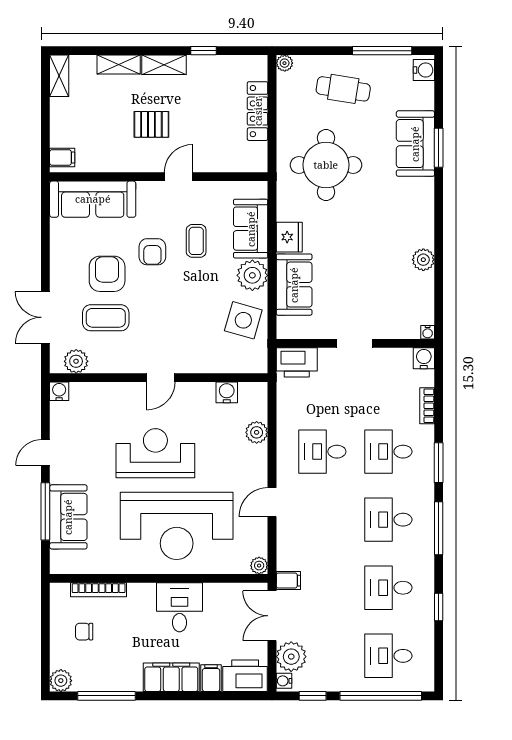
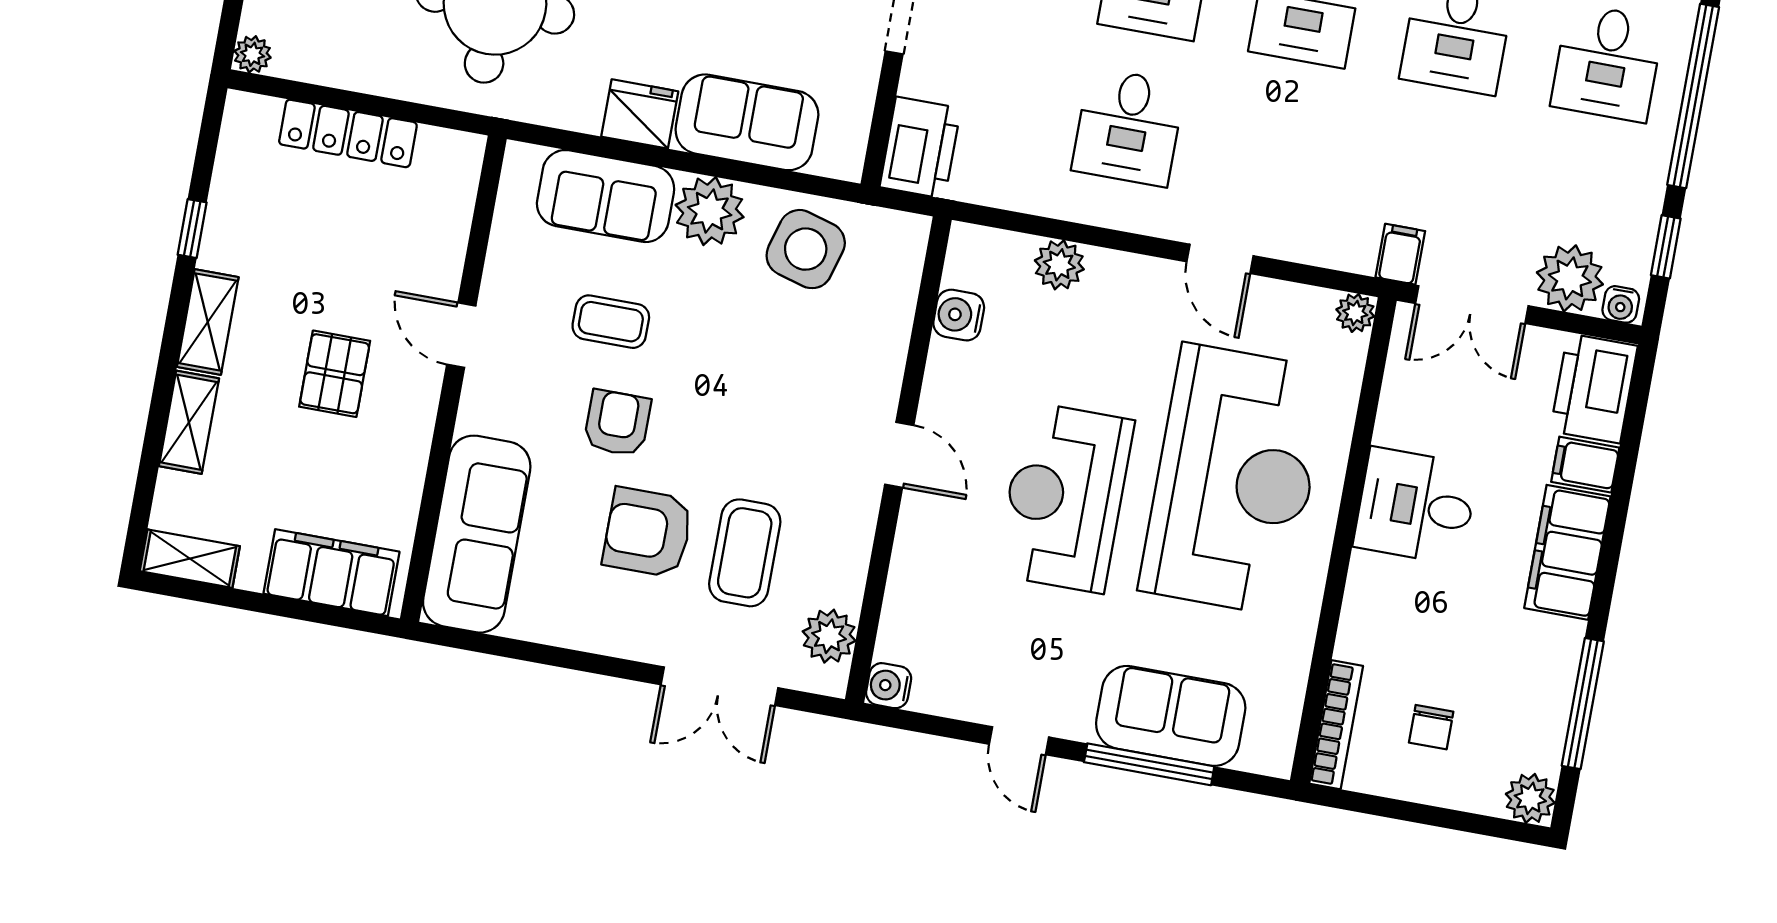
filing cabinet: (62, 157) -> (332, 573), width x3.00, depth x1.17
armchair: (152, 252) -> (617, 423), turned -90
bookcase: (99, 590) -> (1336, 725), moved

